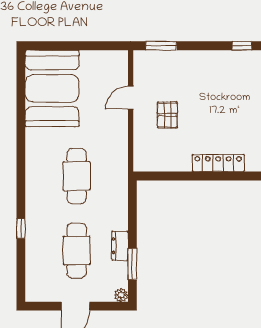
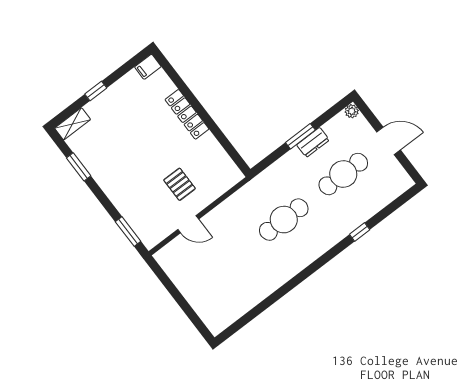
window: (242, 46) -> (79, 167), width x1.50
booth: (52, 88) -> (229, 293), removed
pallet: (167, 115) -> (180, 184), turned 90
window: (132, 264) -> (300, 136), moved

